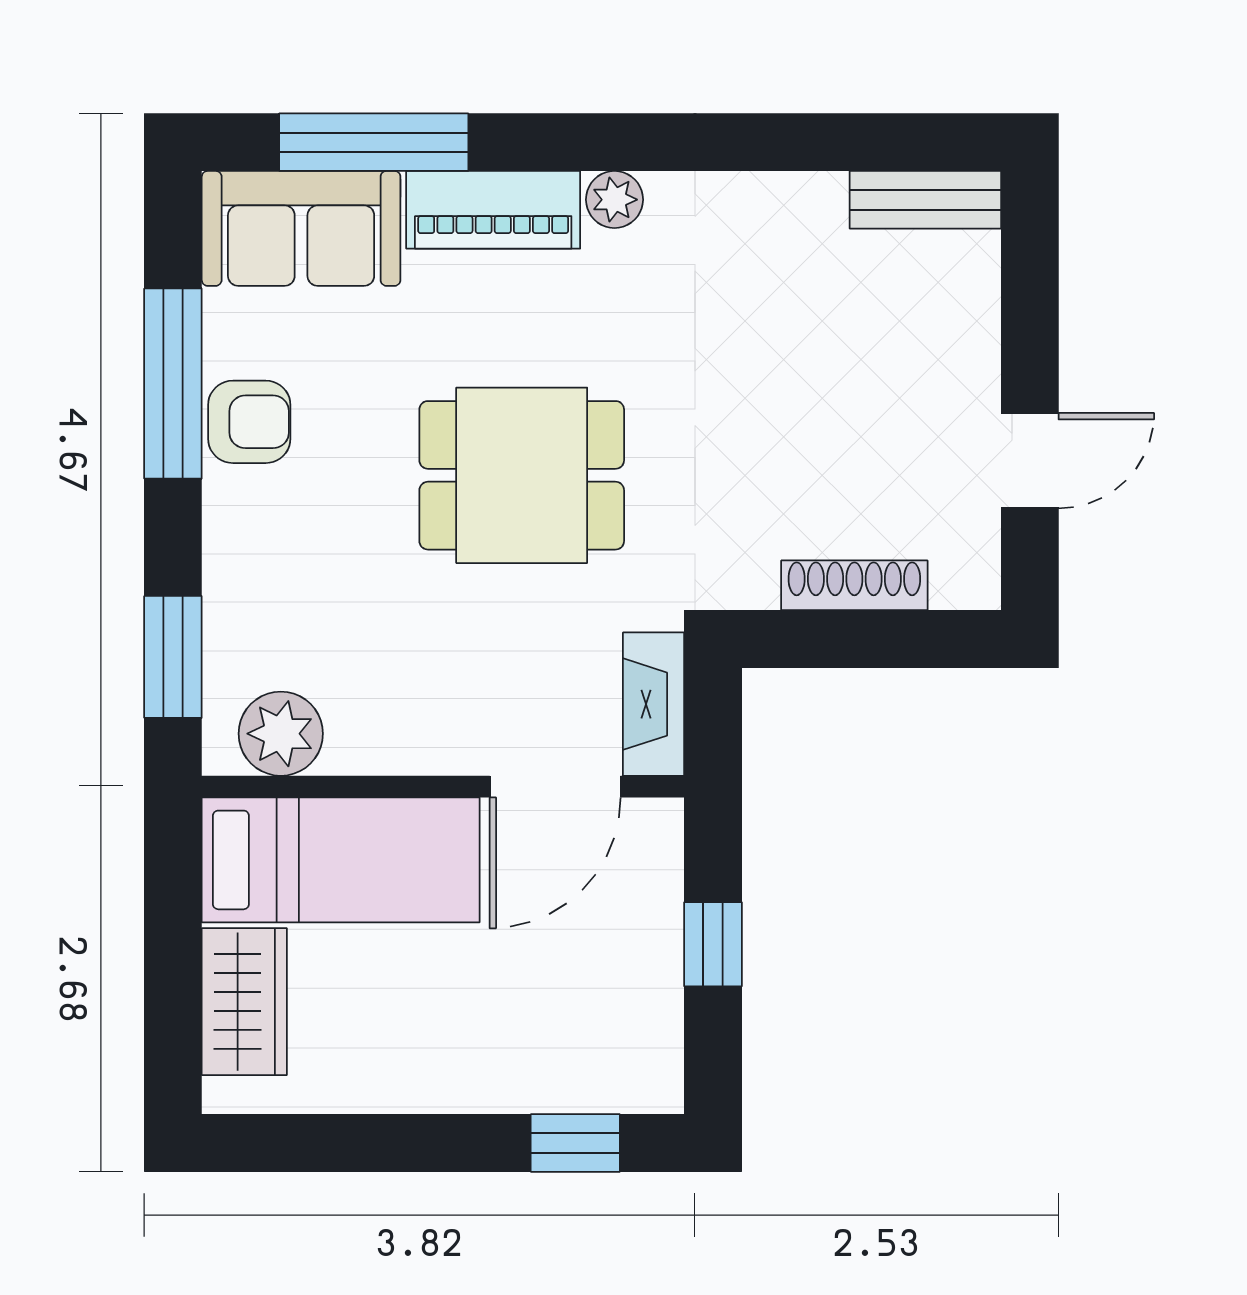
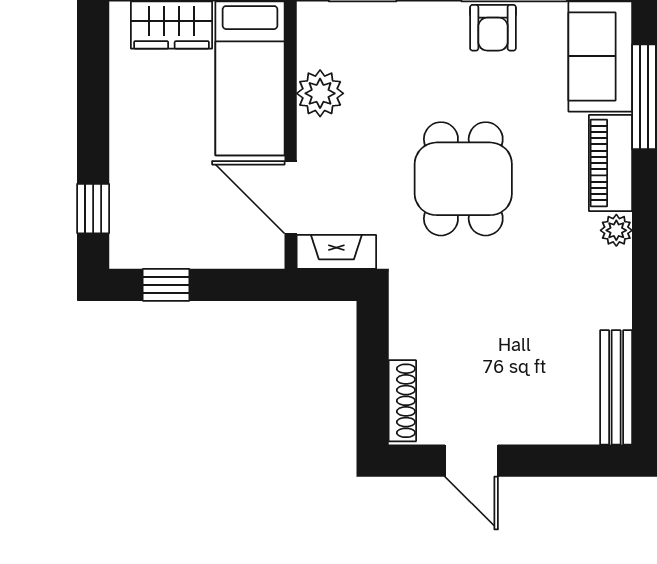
bench: (925, 200) -> (616, 387), width x1.36
shoe rack: (854, 585) -> (402, 401), moved
plant: (281, 734) -> (320, 93), moved
window: (713, 944) -> (166, 285), moved

